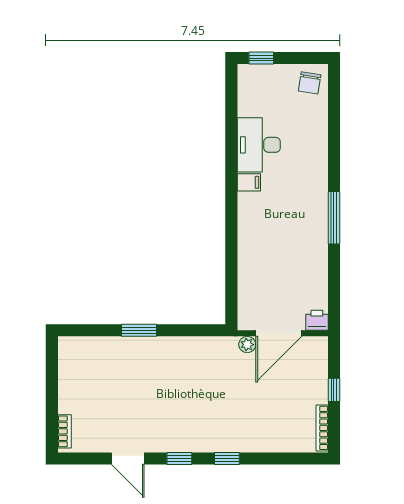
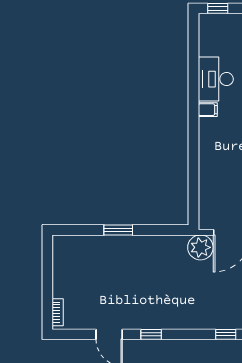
plant: (247, 345) -> (200, 247), width x1.87, depth x1.87
window: (227, 459) -> (226, 334), moved

